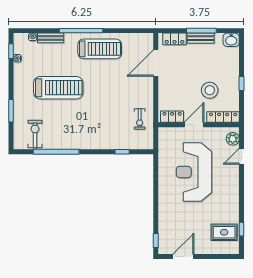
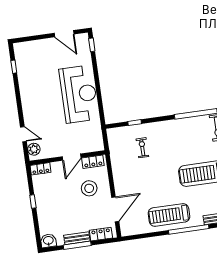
stool: (210, 90) -> (89, 188), moved
locker: (223, 117) -> (41, 169), width x0.66
exercise bike: (140, 119) -> (142, 148), moved
door: (242, 156) -> (23, 134), hinge flipped
reception desk: (194, 172) -> (79, 94), moved
rug: (224, 232) -> (29, 61), removed
door: (183, 257) -> (64, 34), hinge flipped

